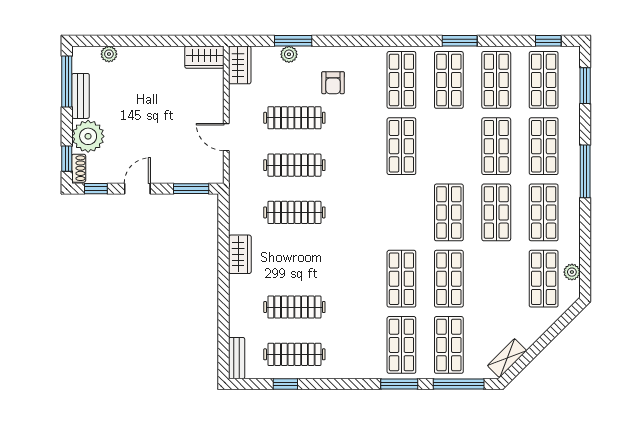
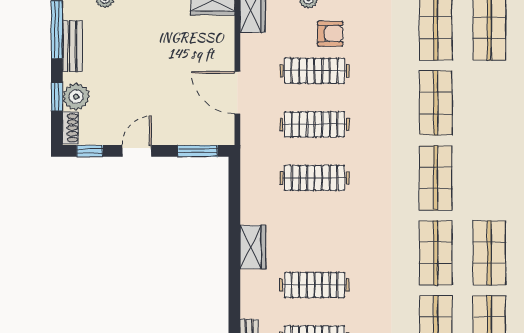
armchair: (333, 83) -> (330, 34), moved, turned -90
plant: (88, 136) -> (76, 97), width x0.73, depth x0.73
door: (226, 137) -> (237, 93), width x1.37
window: (67, 159) -> (57, 97), moved
shop shelf: (449, 212) -> (436, 178), moved
wardrobe: (240, 254) -> (253, 247), moved

